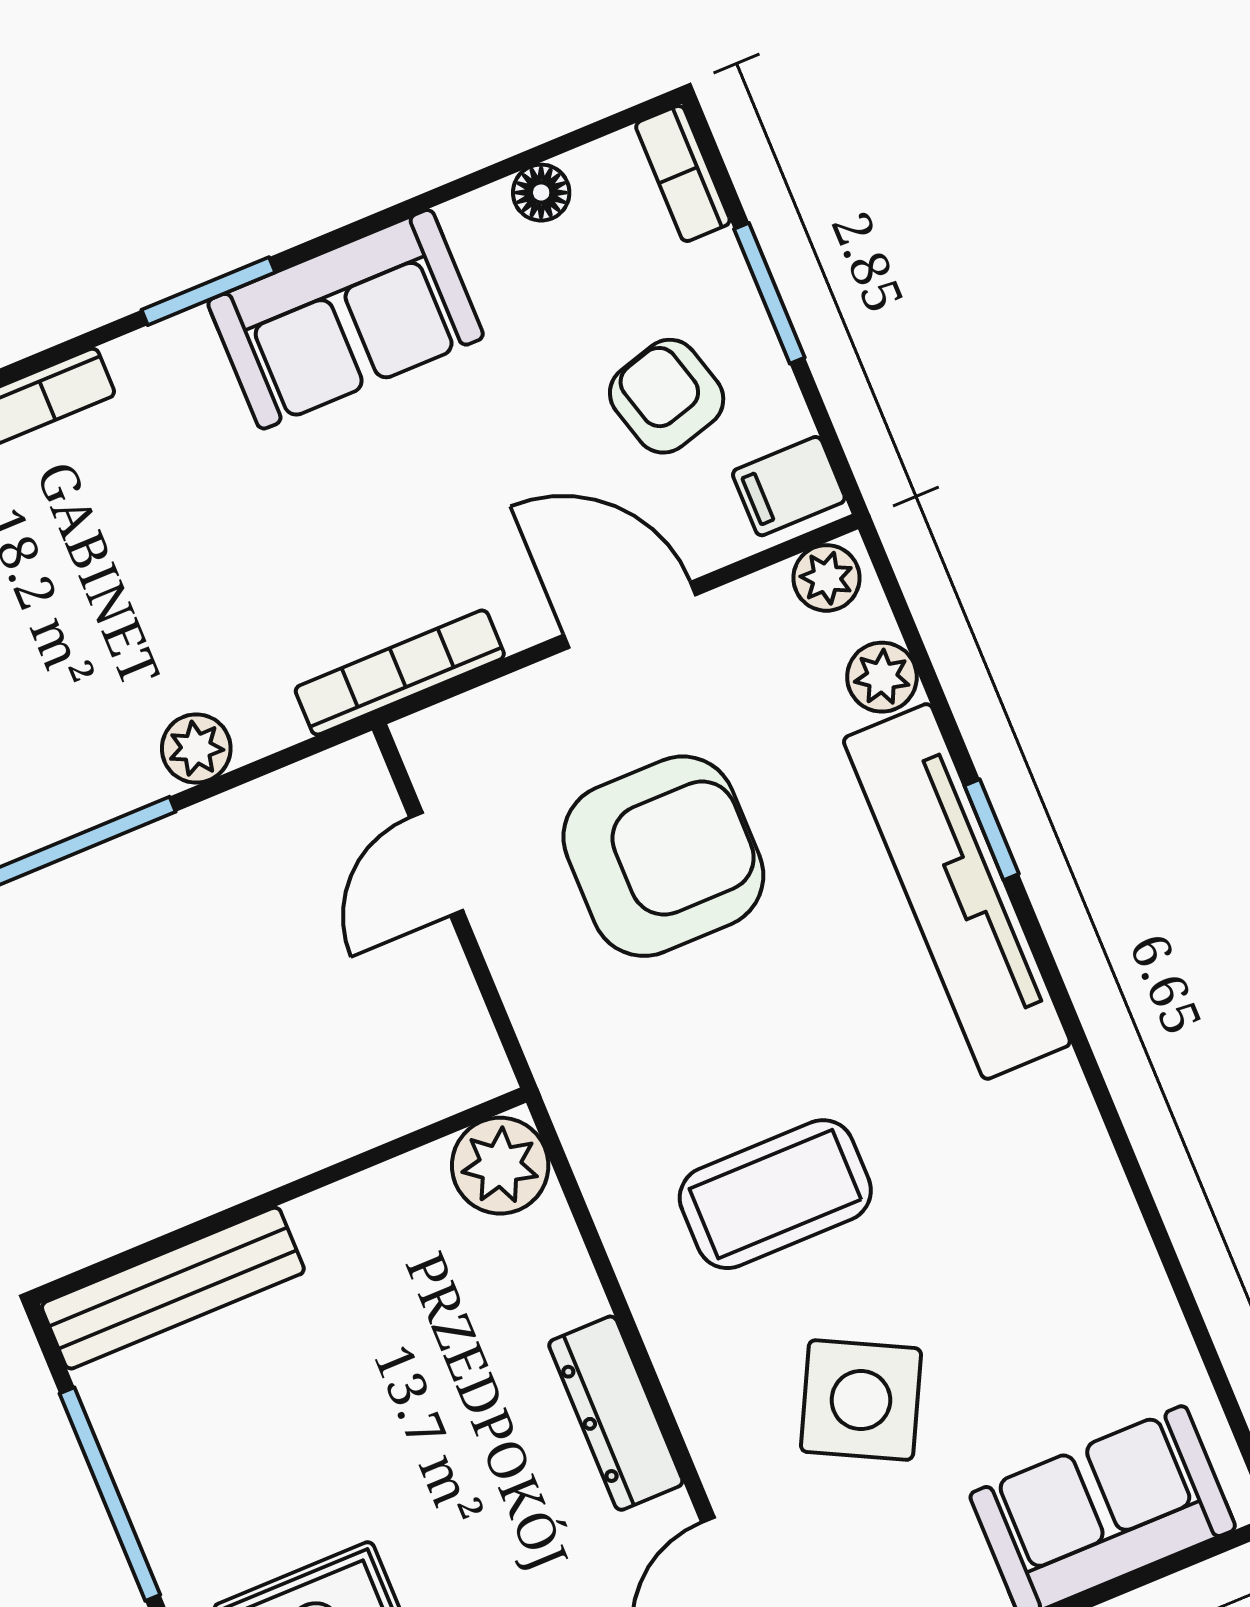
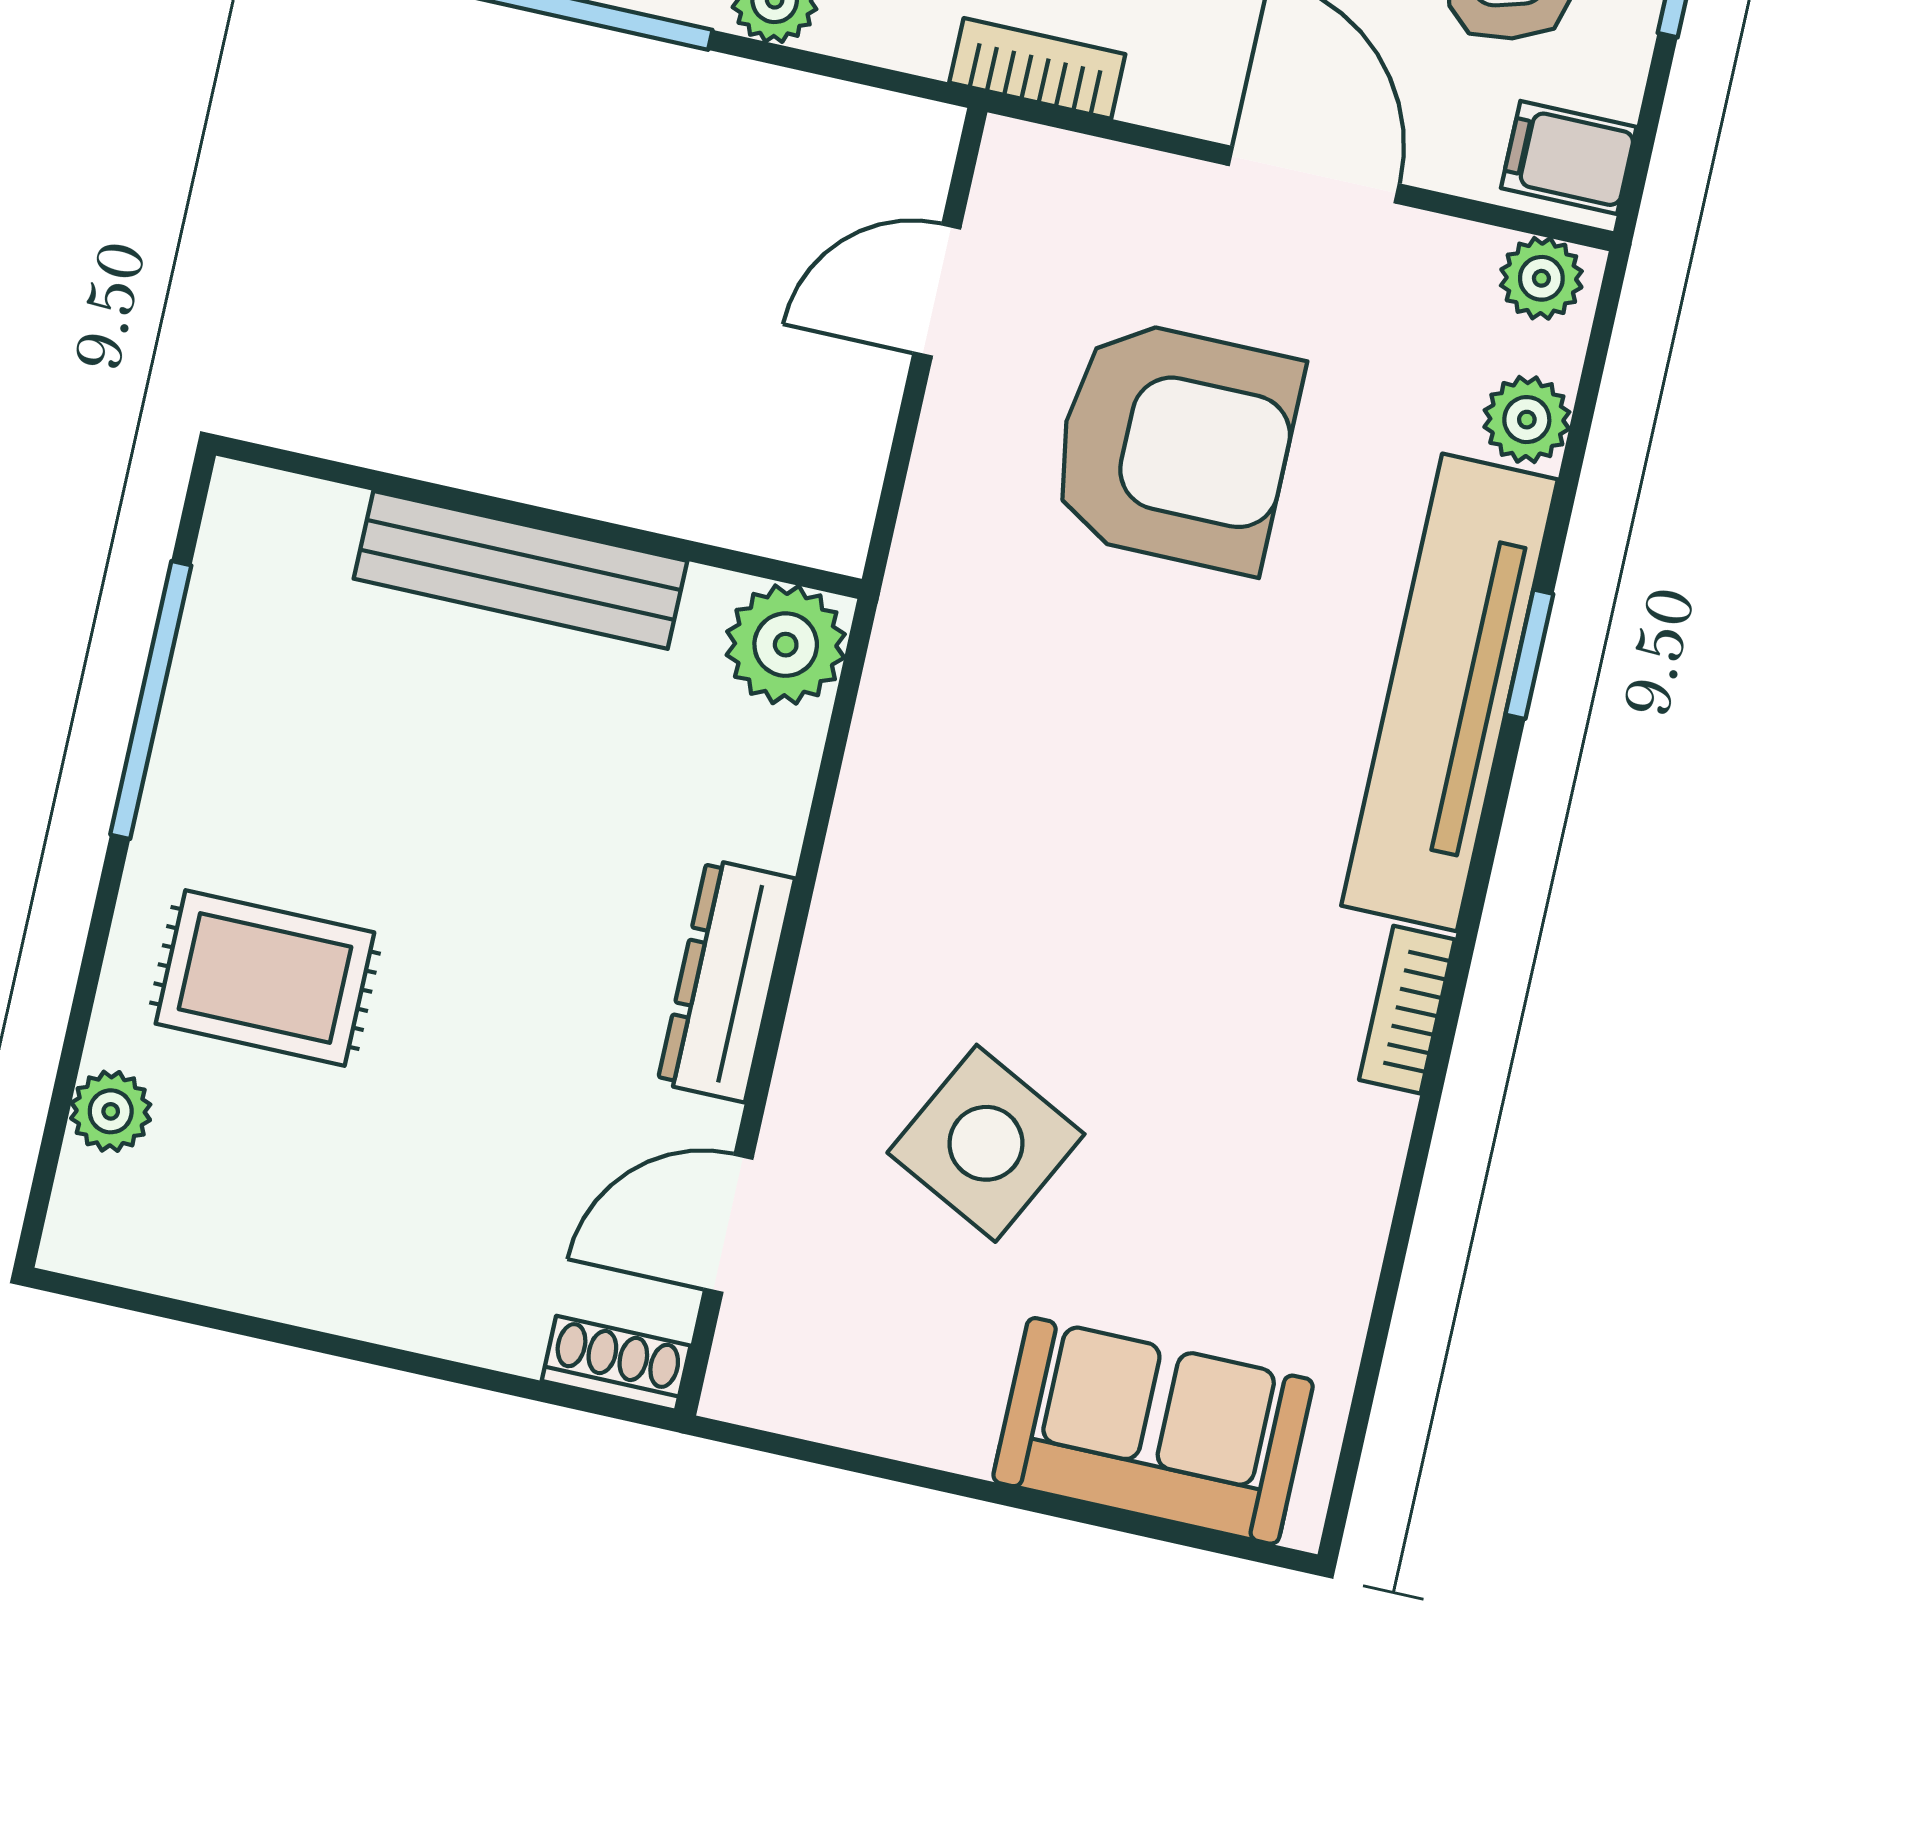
bookcase: (400, 672) -> (1037, 68), width x0.64
bookcase: (1075, 1119) -> (1407, 1010), added
coffee table: (775, 1194) -> (1046, 871), removed
bench: (173, 1288) -> (521, 570), moved

